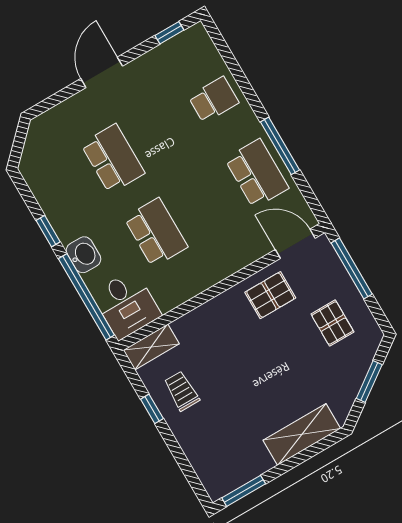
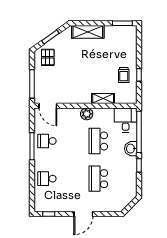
school desk: (257, 173) -> (47, 141), width x0.54
plant: (210, 272) -> (87, 114), added
pallet: (270, 295) -> (69, 92), removed
pallet: (332, 323) -> (48, 57), moved
shelving: (151, 347) -> (103, 98), moved

